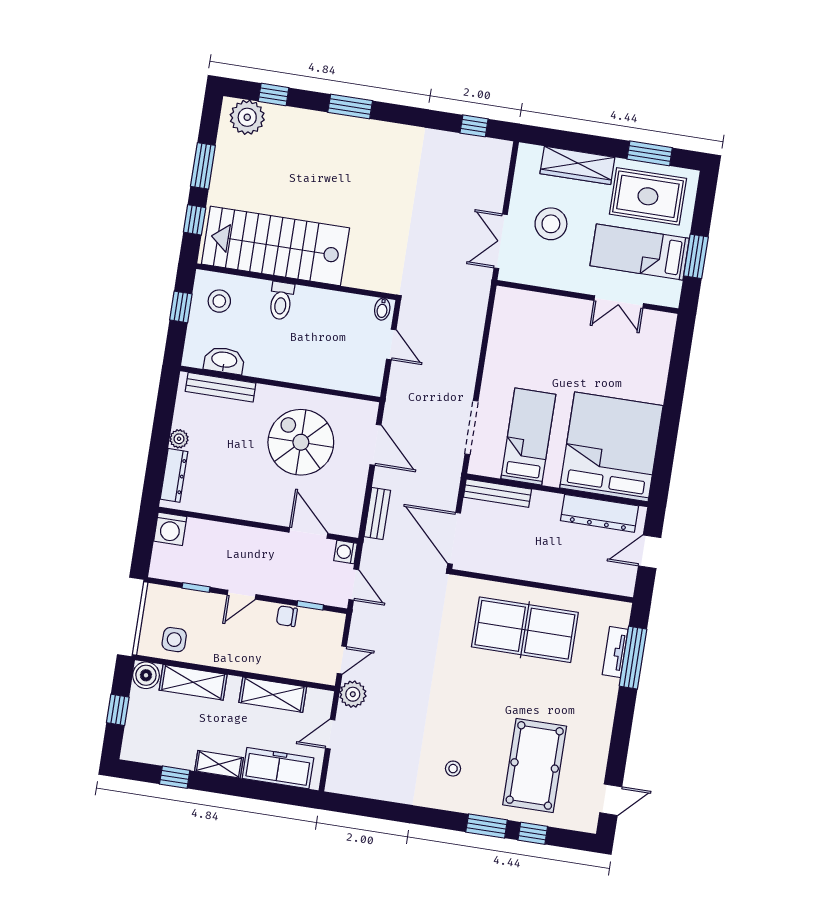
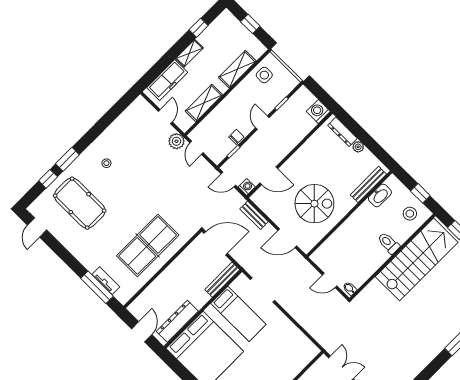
boiler: (146, 675) -> (257, 49), removed

